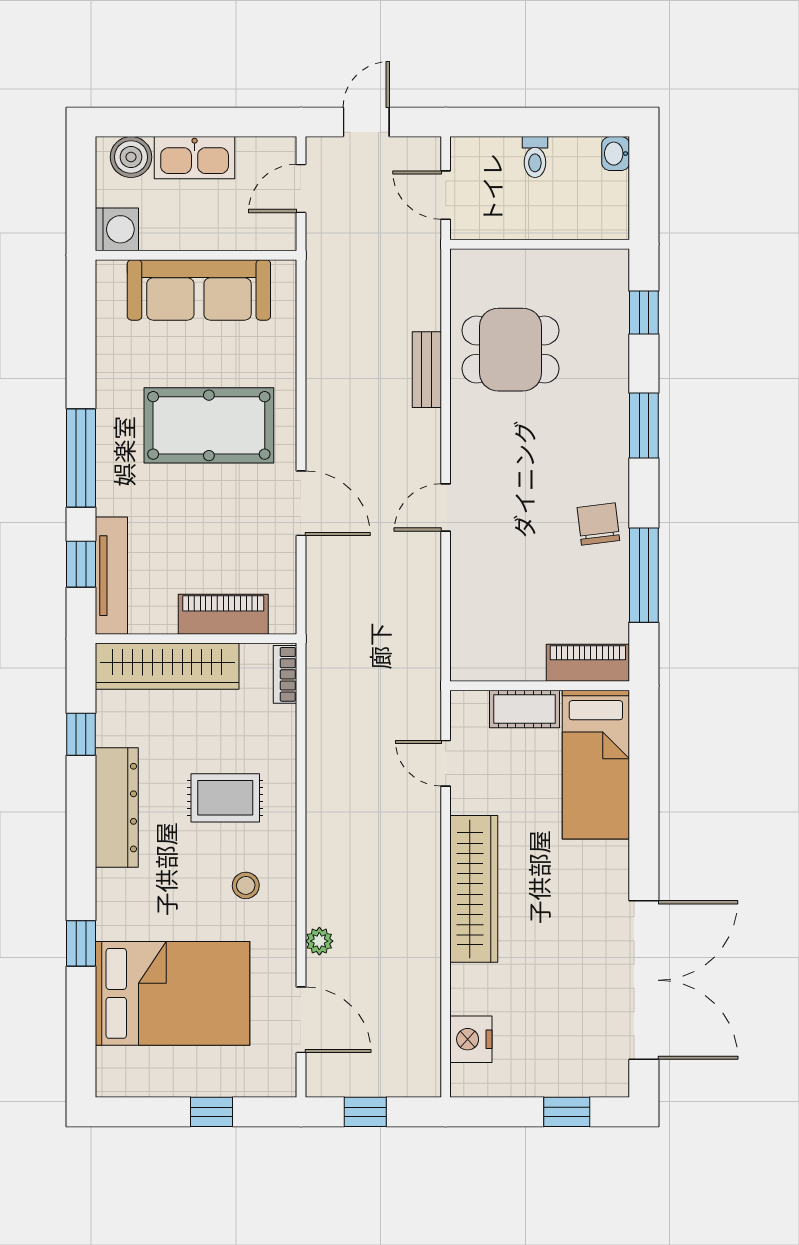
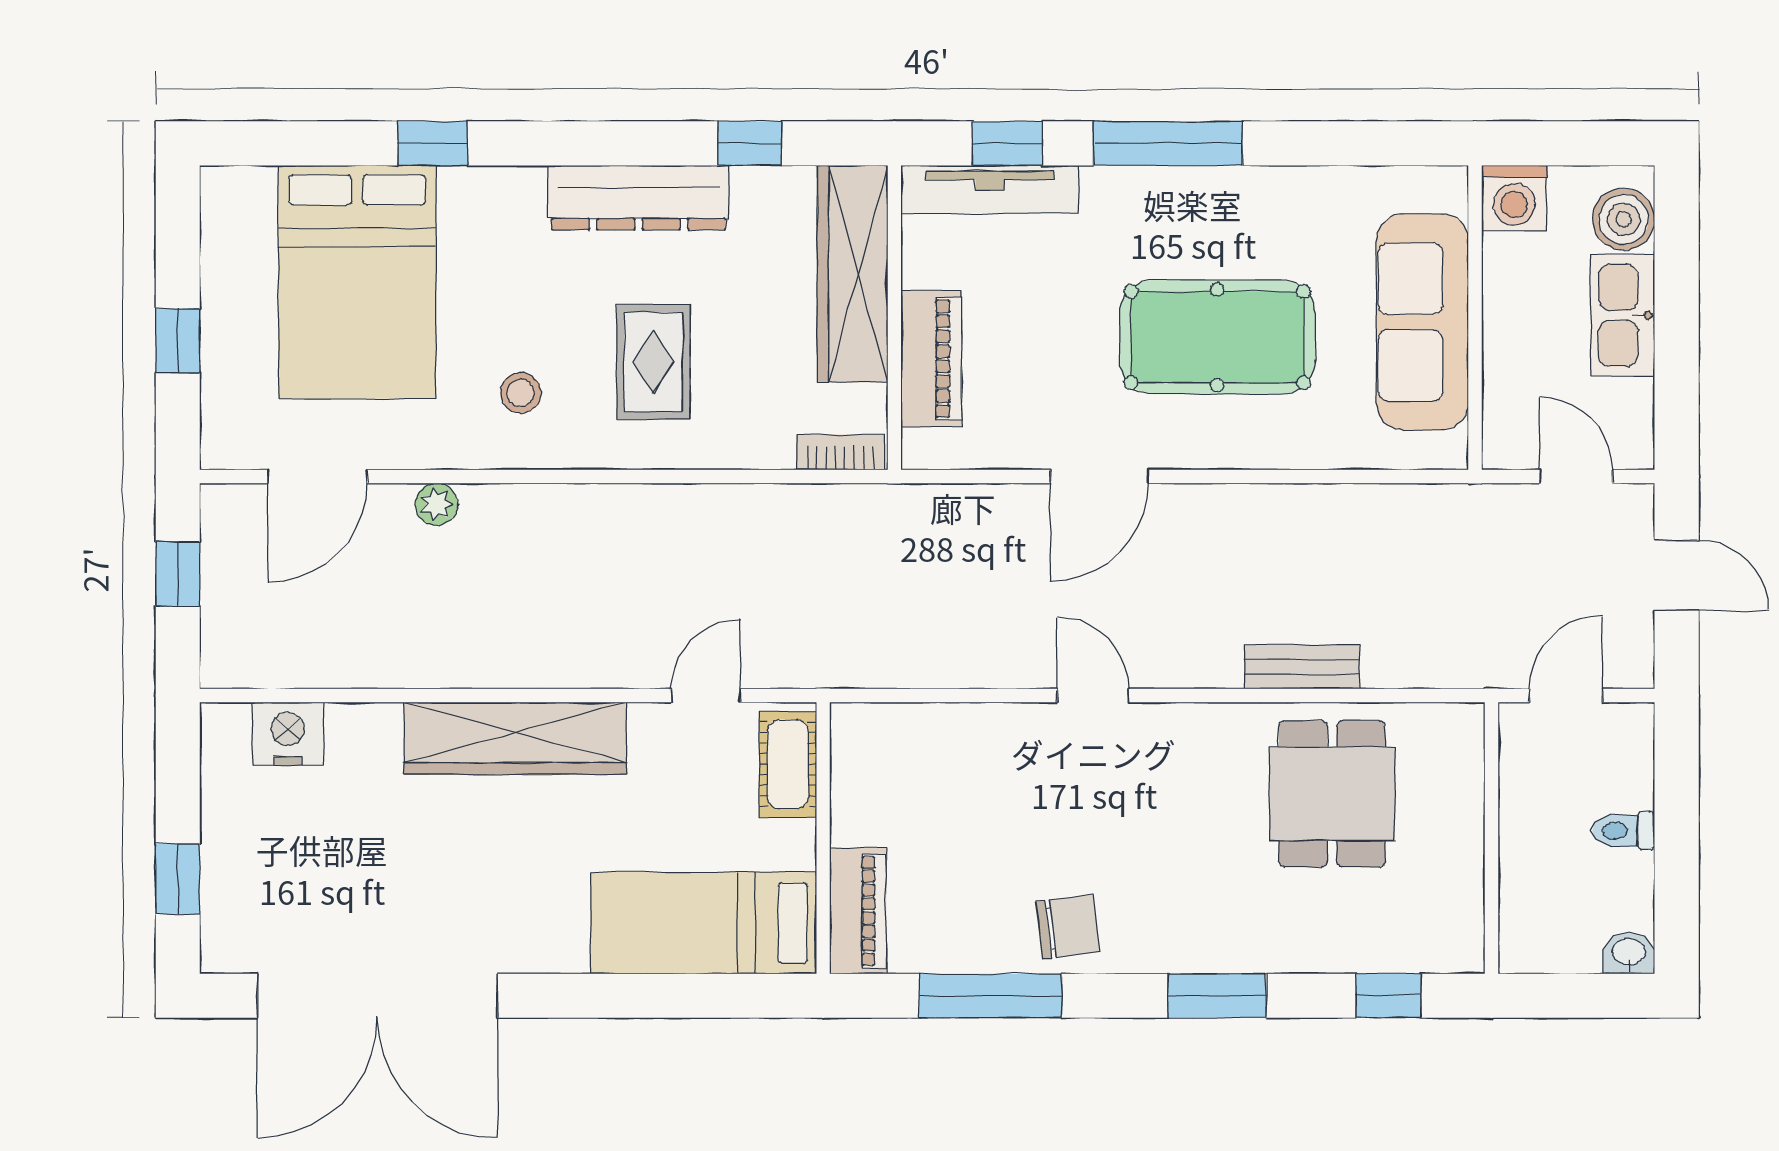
pool table: (209, 425) -> (1217, 337), turned 90
cot: (525, 709) -> (788, 764), moved

